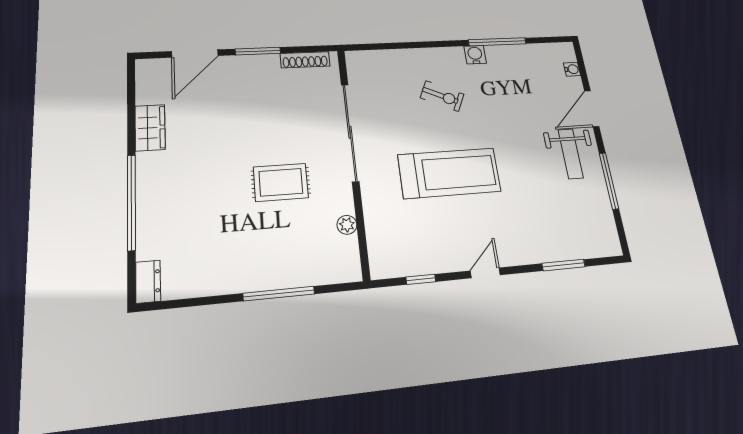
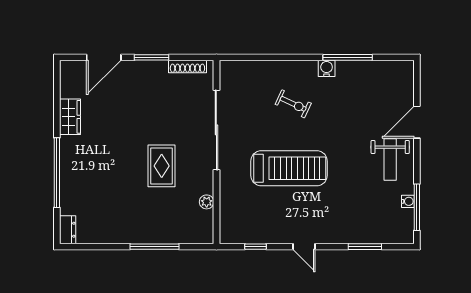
water cooler: (572, 69) -> (408, 201), moved
window: (609, 181) -> (417, 207), moved
rug: (281, 182) -> (162, 166), turned 90
door: (485, 273) -> (304, 247), swing flipped

